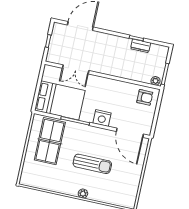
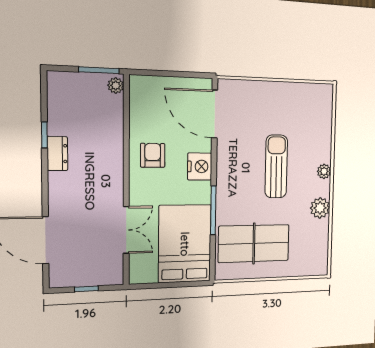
dresser: (141, 46) -> (57, 154), moved
armchair: (145, 97) -> (153, 155), moved
door: (130, 133) -> (215, 114), swing flipped
plant: (61, 187) -> (320, 208), added

